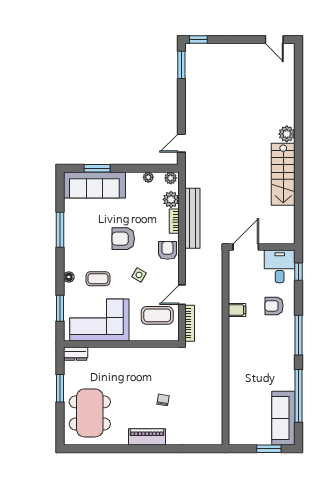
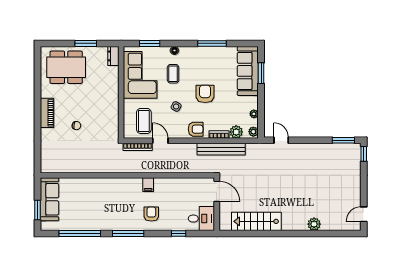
plant: (287, 134) -> (314, 224), moved
door: (246, 247) -> (217, 191), moved
wall: (262, 247) -> (217, 204), moved
desk: (280, 266) -> (201, 219), moved
sofa: (283, 418) -> (50, 199), moved, turned 90

